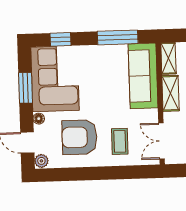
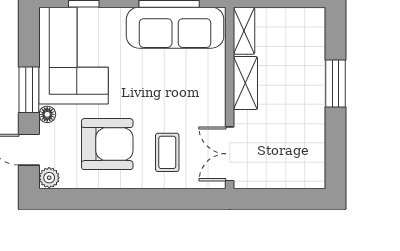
sofa: (143, 76) -> (175, 28), moved, turned -90
window: (25, 88) -> (29, 90), moved
armchair: (79, 137) -> (107, 144), turned 180

